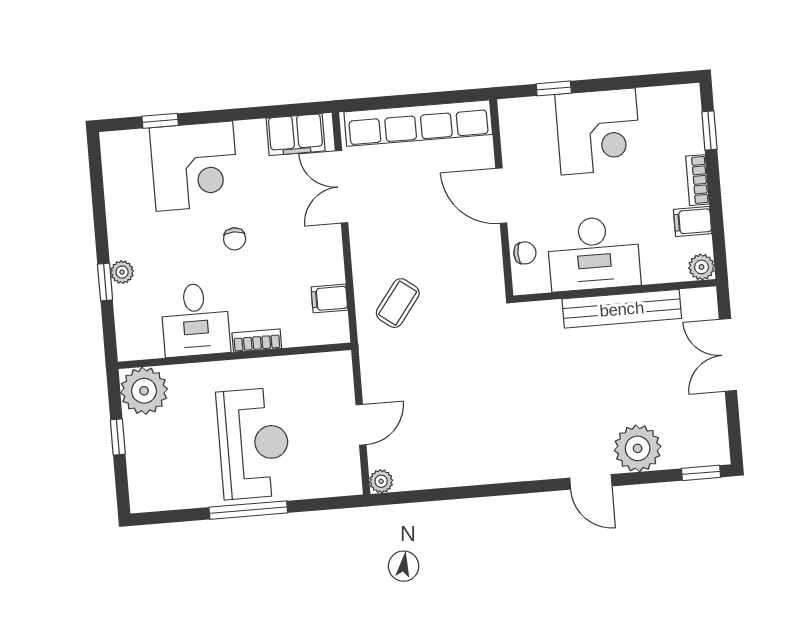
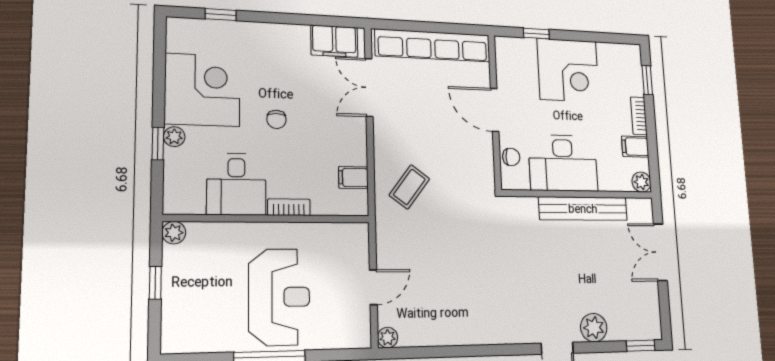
corner desk: (194, 166) -> (202, 90), moved, turned -90
plant: (144, 391) -> (174, 233), width x0.53, depth x0.53
plant: (638, 448) -> (594, 328), width x0.73, depth x0.73

